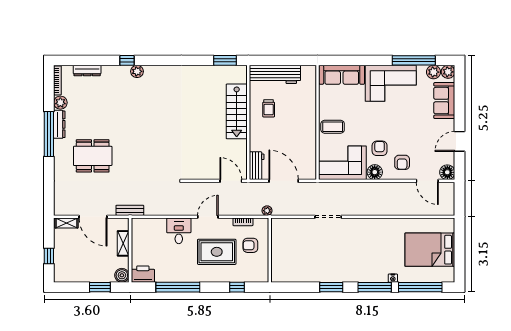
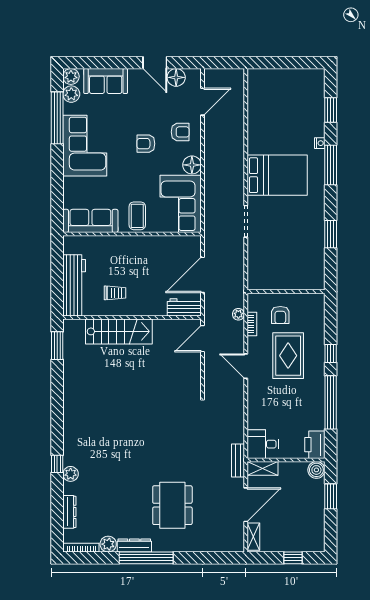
plant: (137, 71) -> (71, 474), moved
sofa: (342, 75) -> (90, 221), moved, turned -90
armchair: (380, 148) -> (146, 144), moved
floor lamp: (447, 172) -> (176, 77), moved
plant: (267, 211) -> (238, 314), moved
desk: (179, 231) -> (263, 444), moved
shelving: (123, 243) -> (263, 468), moved
bed: (430, 250) -> (277, 175), moved, turned -90
window: (237, 287) -> (331, 354), moved
window: (331, 287) -> (331, 234), moved
window: (420, 287) -> (331, 110), width x0.47

